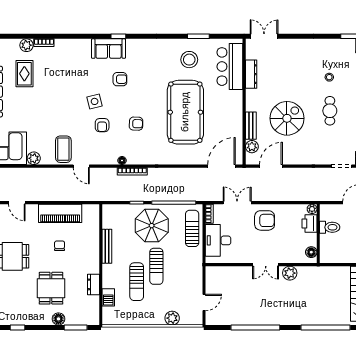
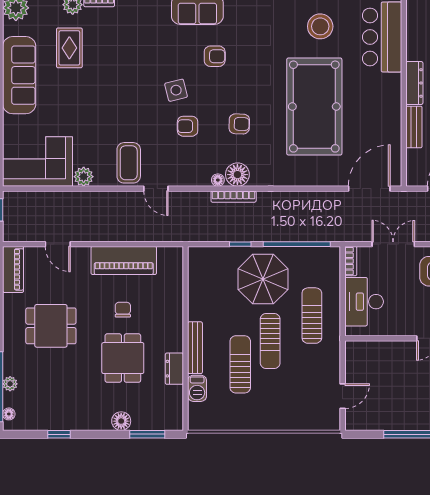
dresser: (251, 74) -> (414, 83), moved
armchair: (102, 125) -> (188, 126), turned 90
plant: (252, 147) -> (416, 159), removed
floor lamp: (135, 157) -> (237, 175), added
sun lounger: (192, 228) -> (312, 316), moved
bench: (107, 246) -> (195, 348), moved
sun lounger: (137, 282) -> (240, 364), turned 180
dining table: (51, 288) -> (123, 358), moved
plant: (172, 318) -> (294, 420), removed

